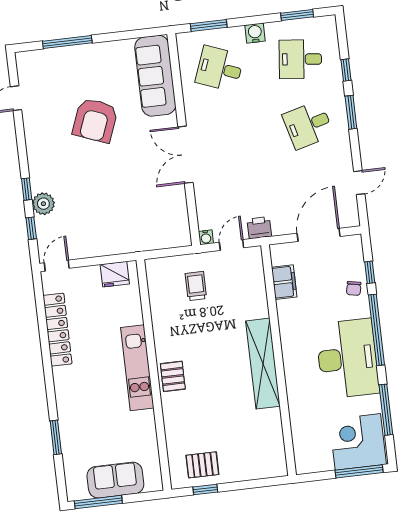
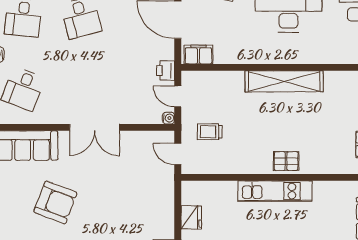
door: (166, 253) -> (178, 154), added
fridge: (115, 274) -> (191, 217), moved
filing cabinet: (284, 282) -> (198, 55), moved

